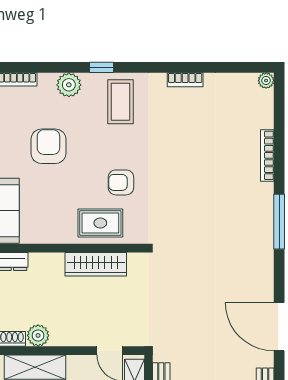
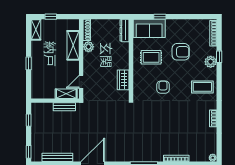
window: (102, 67) -> (219, 57), moved
rug: (100, 223) -> (151, 57), moved, turned 90
wardrobe: (96, 264) -> (123, 80), width x0.67

